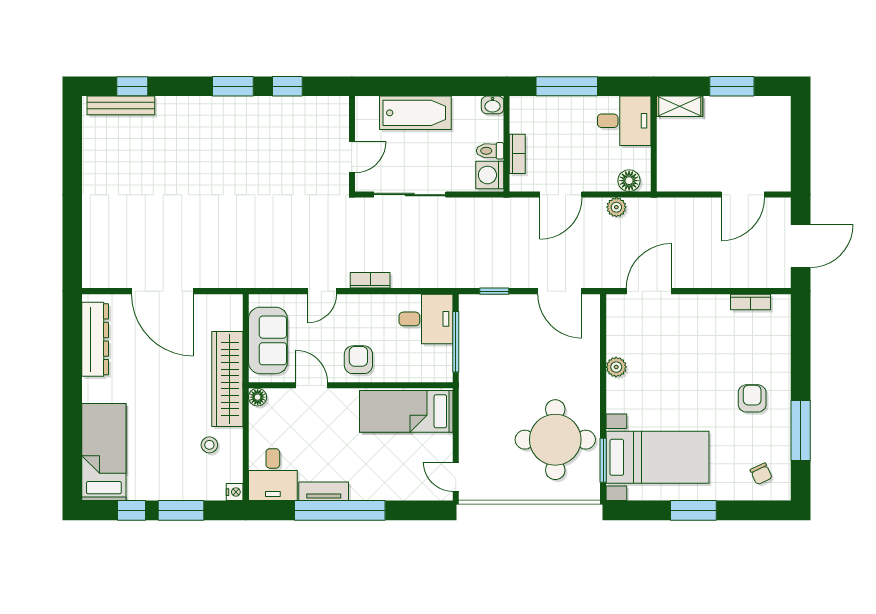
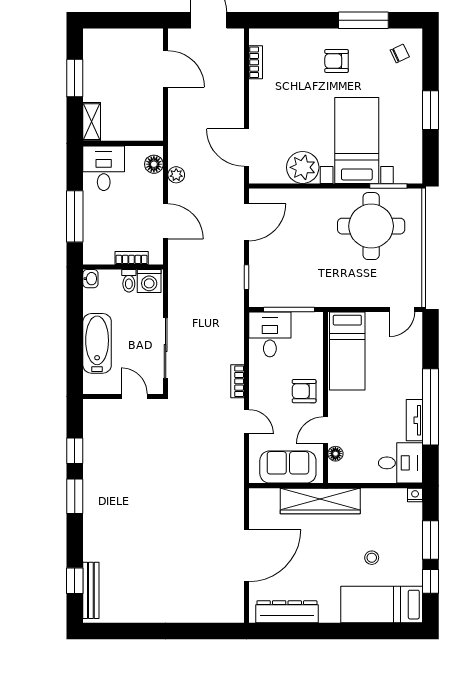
plant: (616, 367) -> (303, 167), width x1.88, depth x1.88
floor lamp: (258, 397) -> (335, 454), moved
stool: (209, 445) -> (372, 558), moved
bed with nightstands: (657, 457) -> (357, 140), moved

